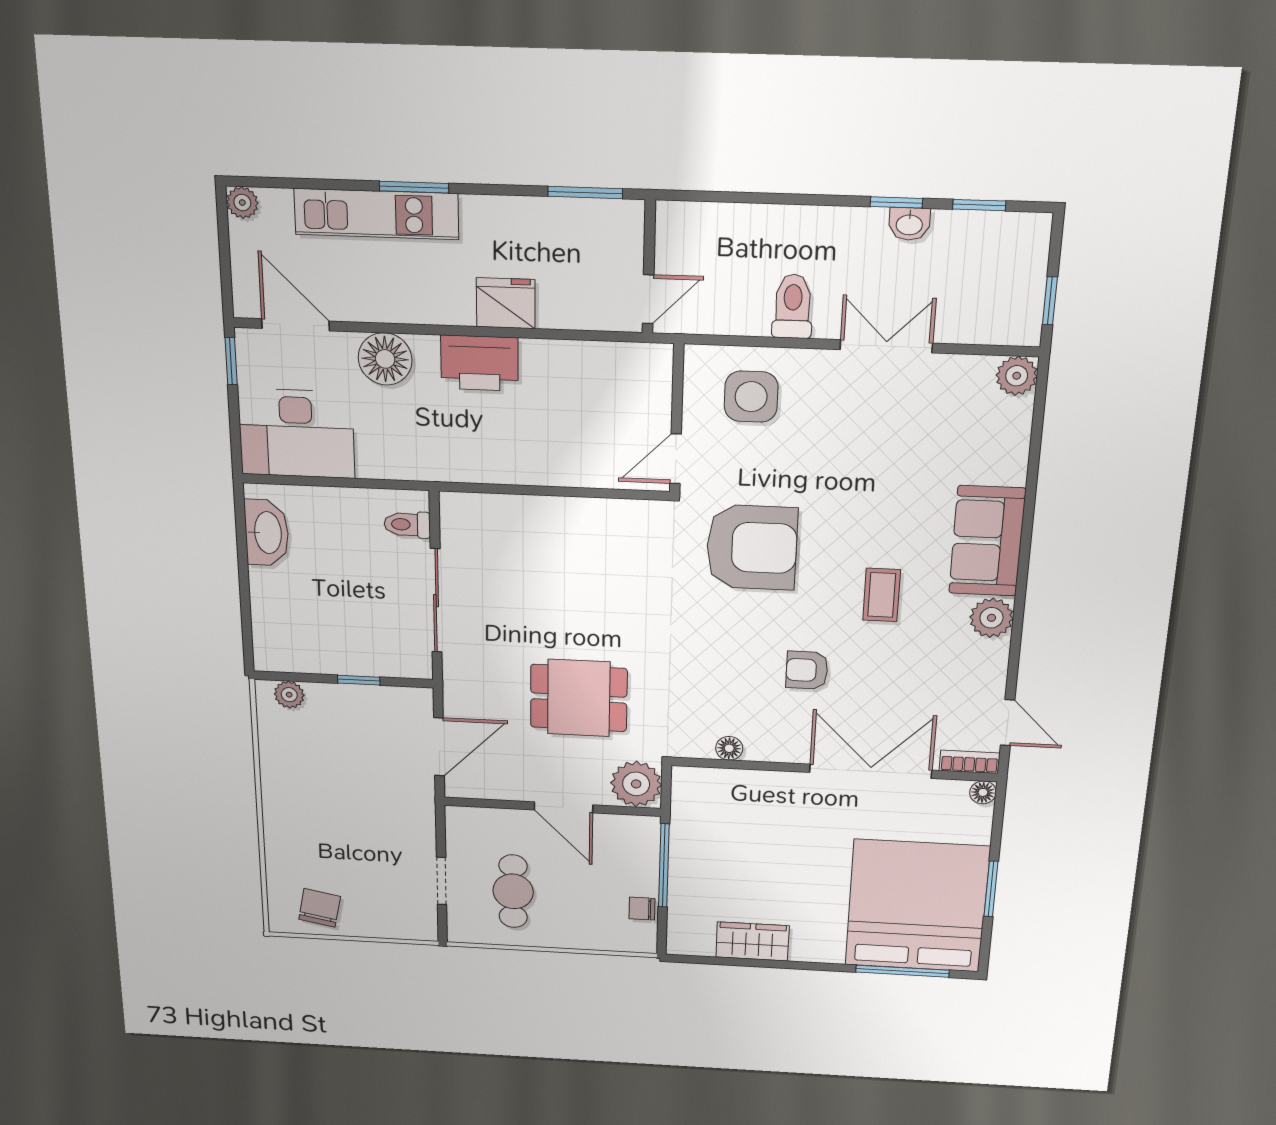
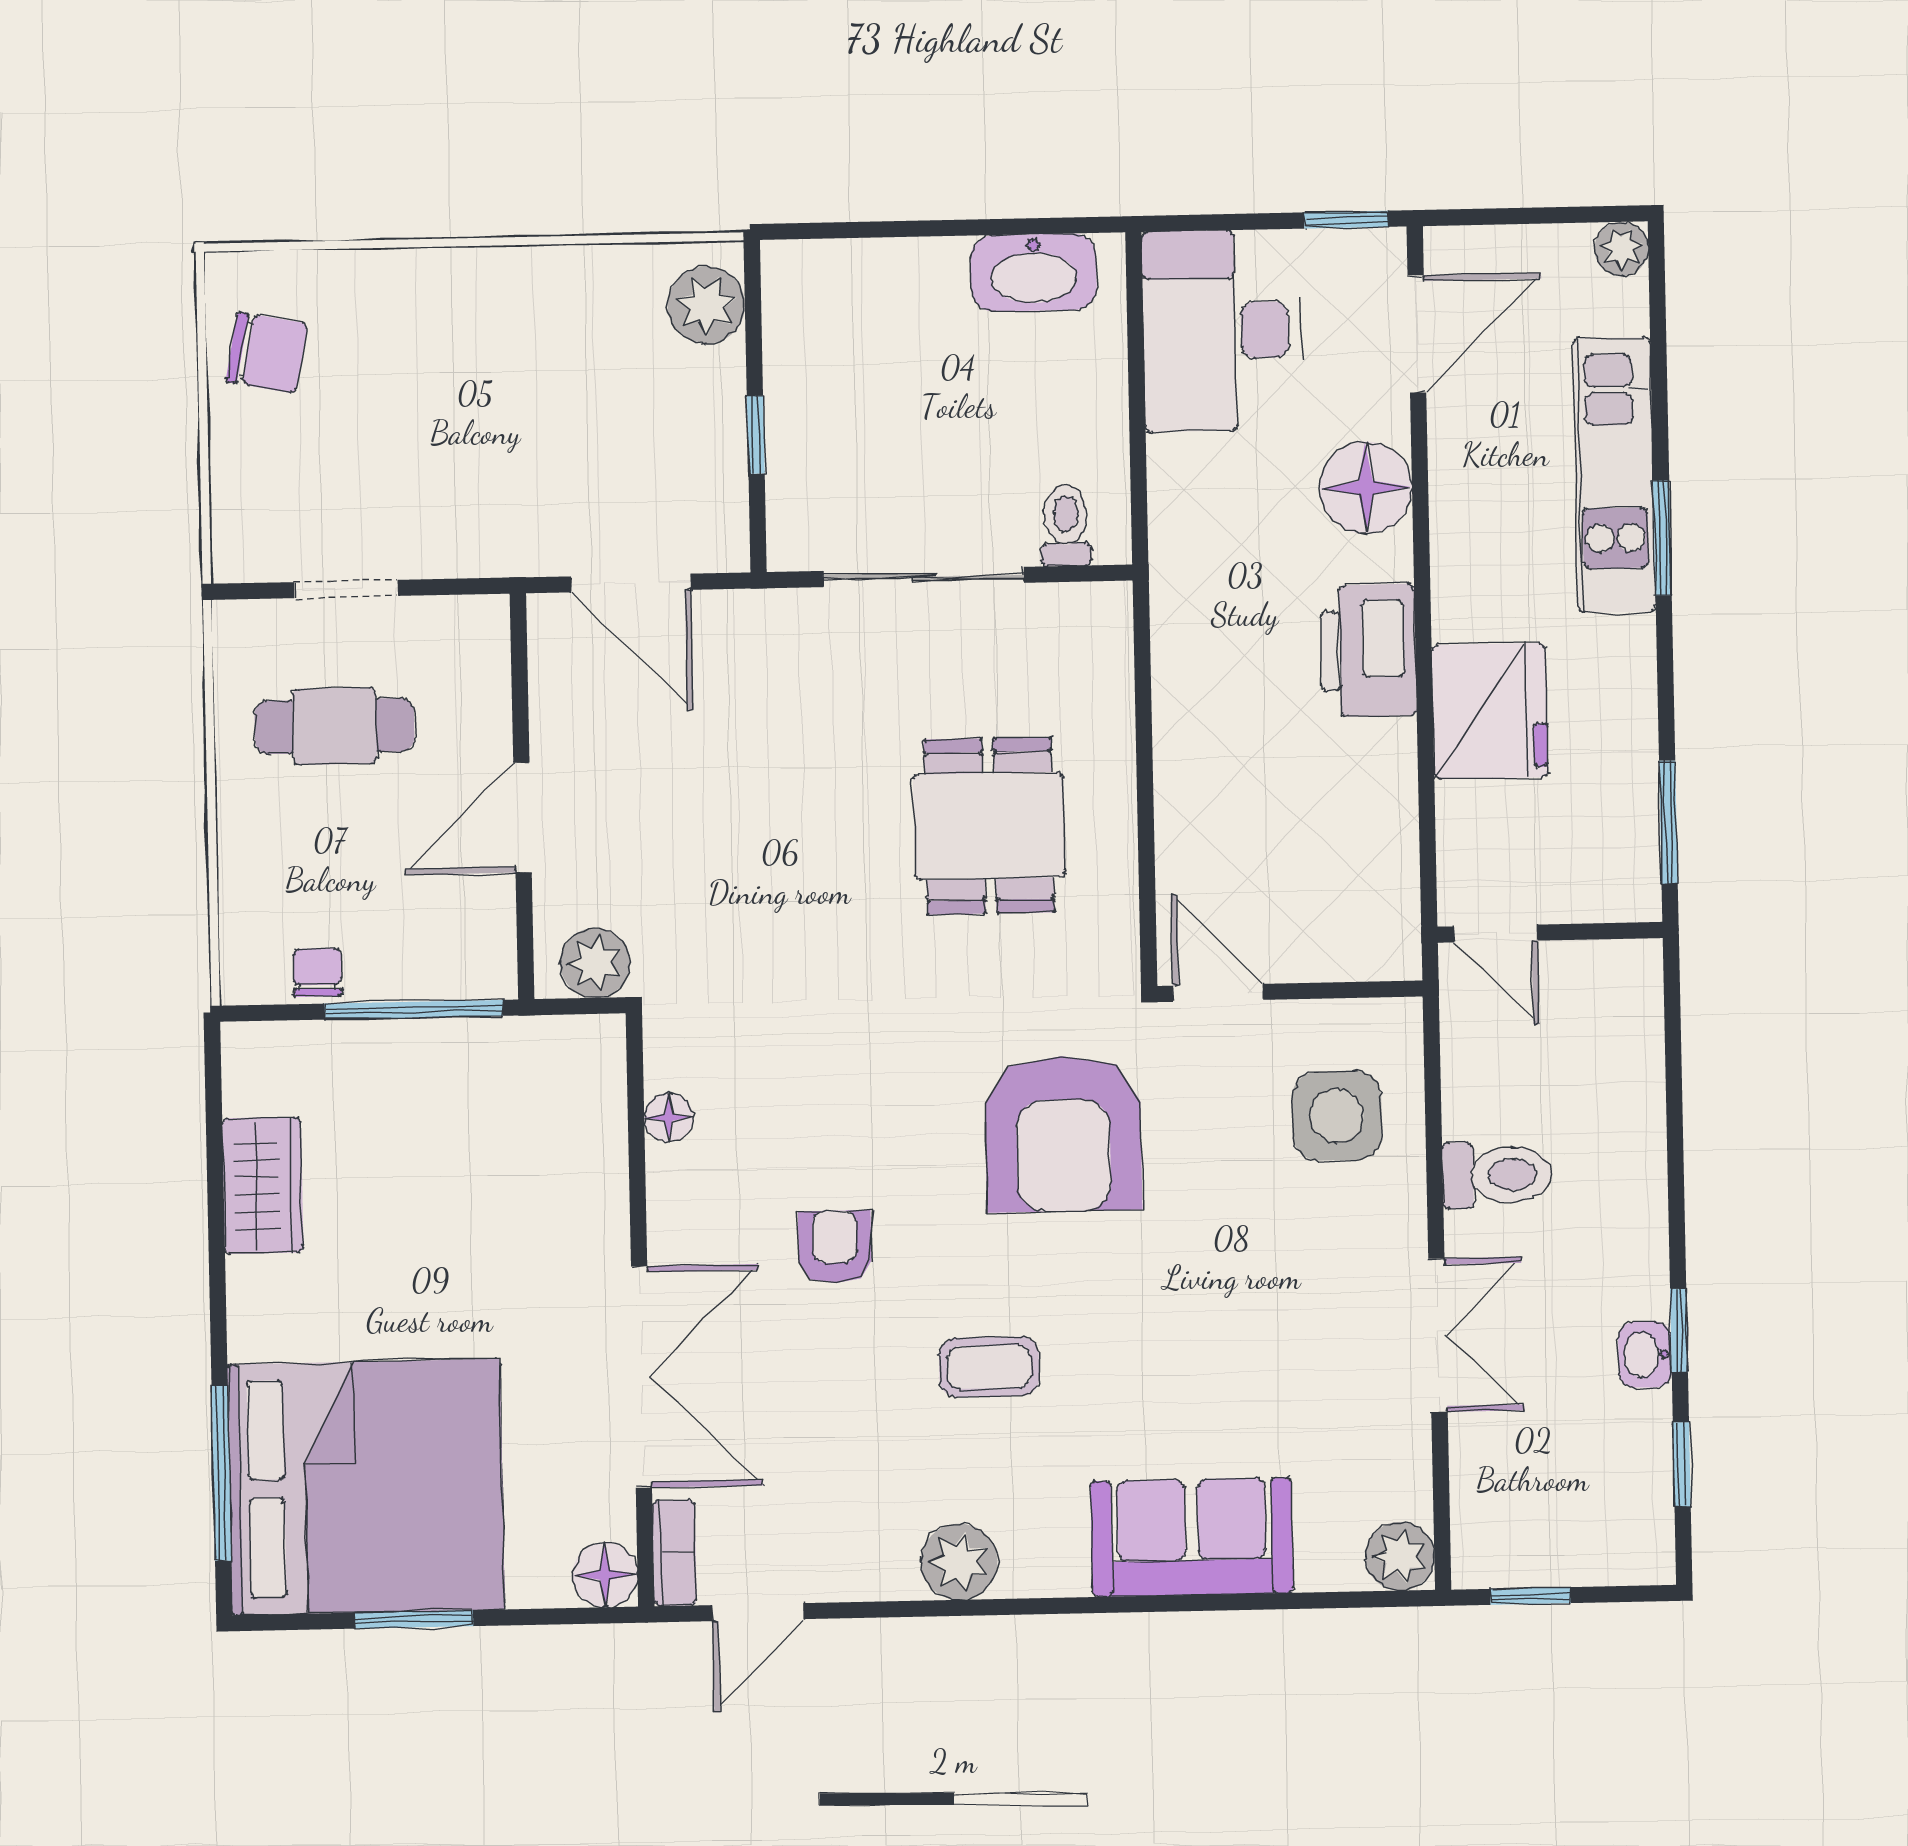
fridge: (506, 303) -> (1490, 711), width x1.36, depth x1.34
sofa: (987, 541) -> (1192, 1537), moved
plant: (289, 695) -> (706, 305), width x1.38, depth x1.38
dining table: (579, 698) -> (989, 826), moved
plant: (636, 784) -> (595, 963), width x0.73, depth x0.73
floor lamp: (983, 792) -> (605, 1575), width x1.37, depth x1.37

